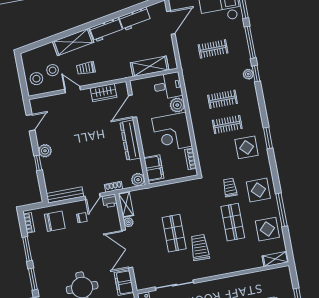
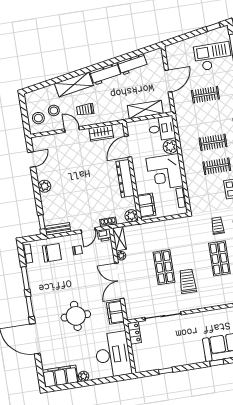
door: (171, 23) -> (168, 81), moved
window: (38, 163) -> (42, 222), moved
bench: (65, 195) -> (58, 229), width x0.73

